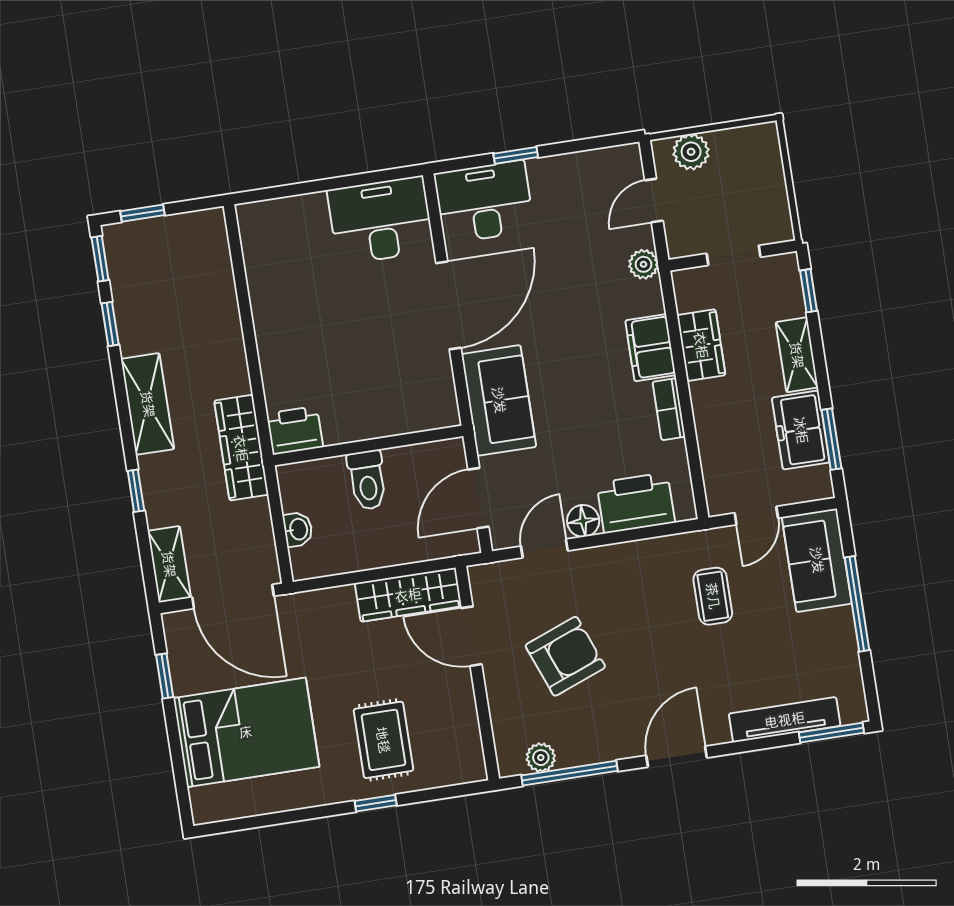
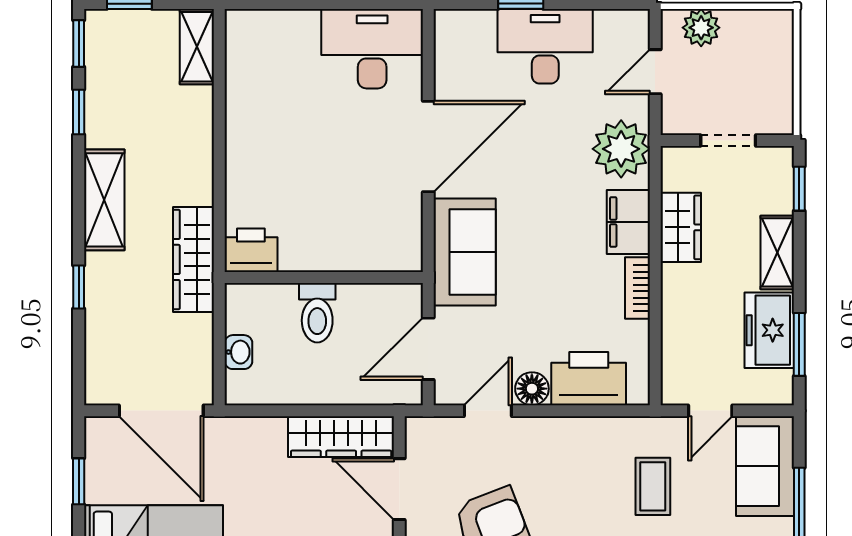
desk: (484, 202) -> (545, 46), moved
plant: (644, 264) -> (621, 149), width x1.87, depth x1.87
shelving: (169, 564) -> (197, 47), moved

